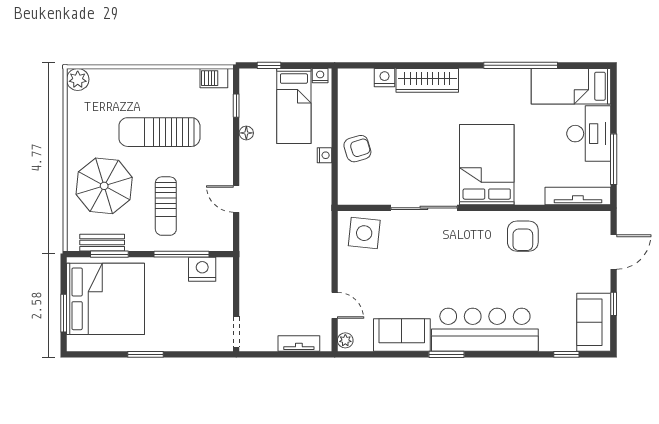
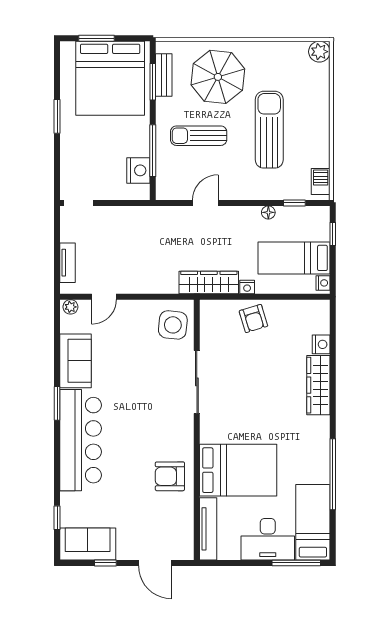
window: (614, 159) -> (296, 563), moved
bed: (487, 165) -> (238, 470), moved
wardrobe: (320, 195) -> (209, 282), added

